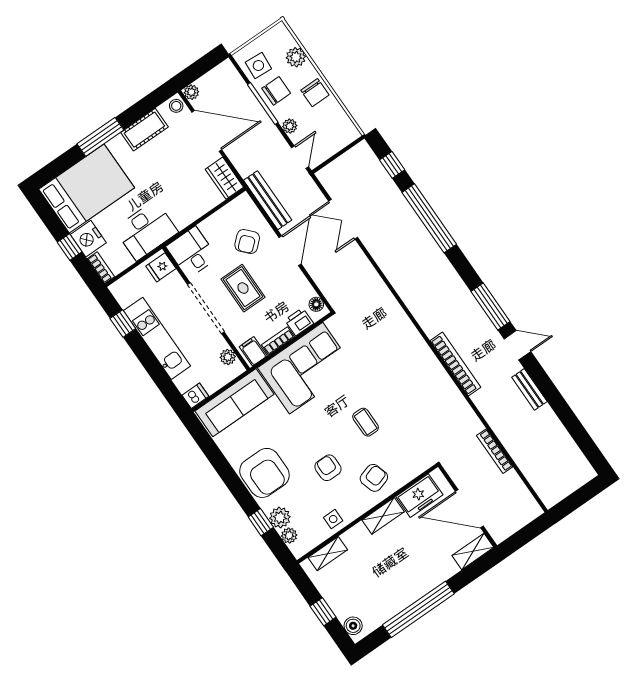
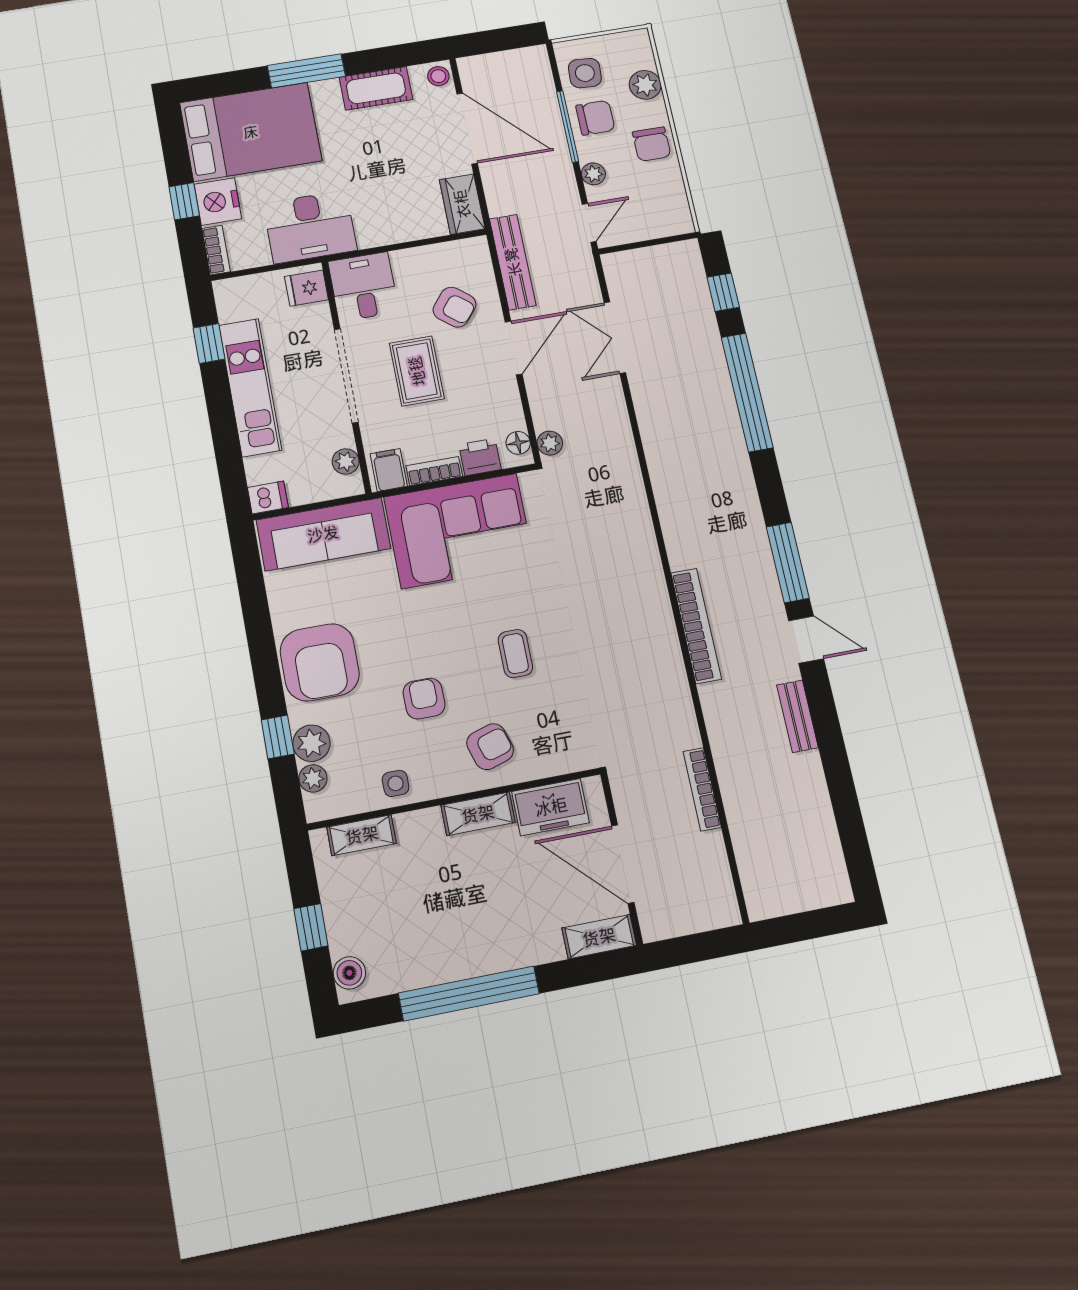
plant: (191, 92) -> (550, 443), moved
armchair: (247, 241) -> (454, 307), turned -99

